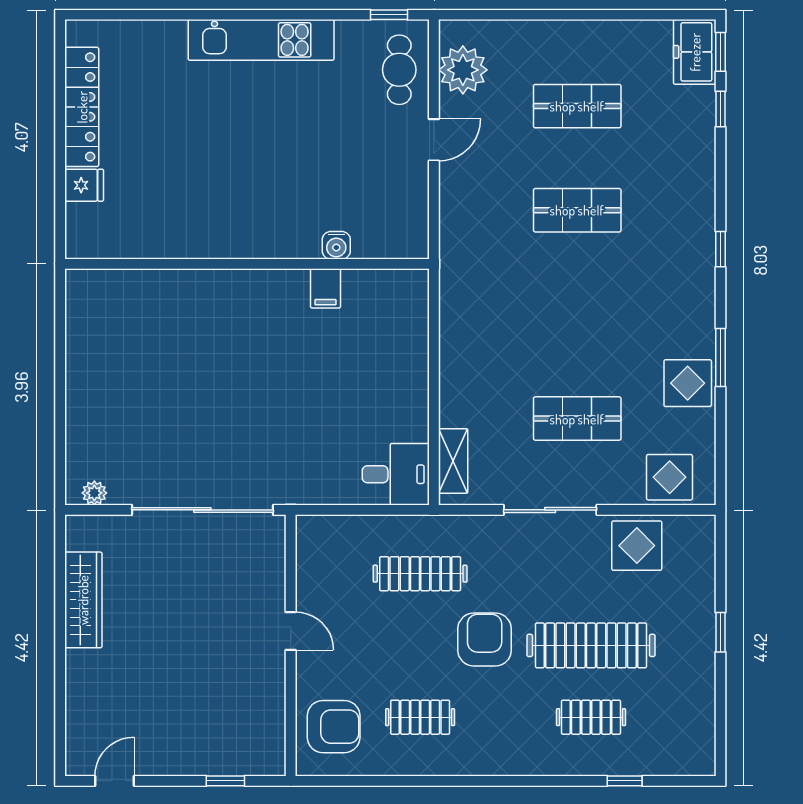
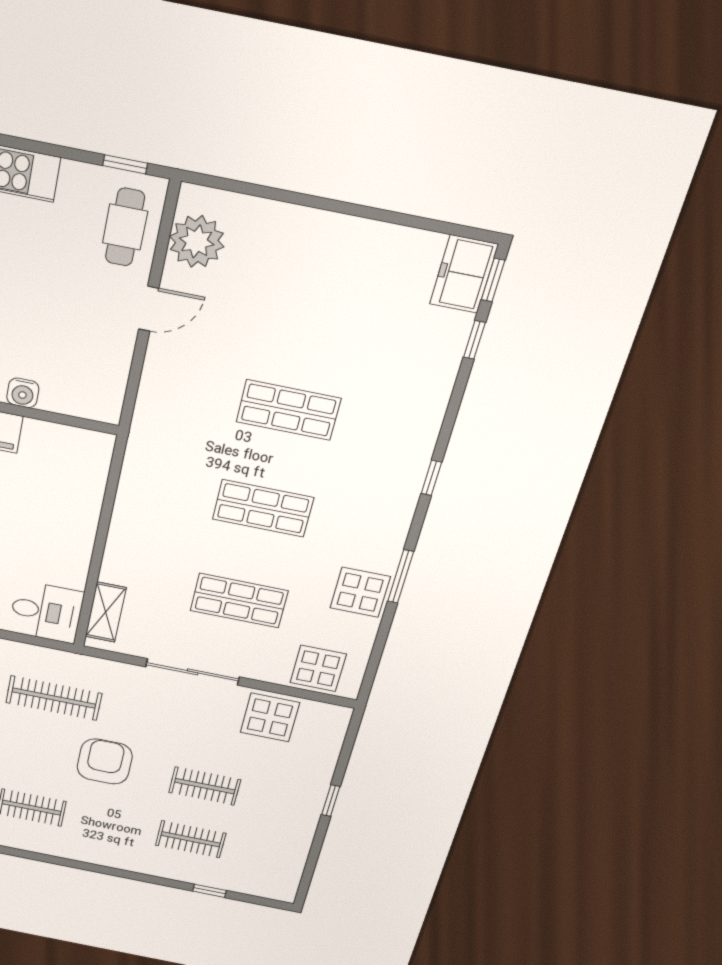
shop shelf: (577, 106) -> (263, 508), moved
clothes rail: (591, 645) -> (205, 786), width x0.54, depth x0.76

